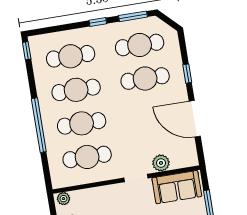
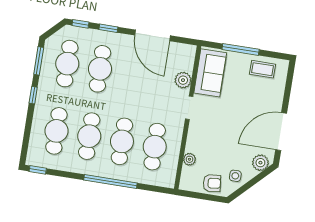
window: (183, 45) -> (80, 24), added
door: (195, 119) -> (152, 35), hinge flipped
plant: (63, 199) -> (189, 159), moved

